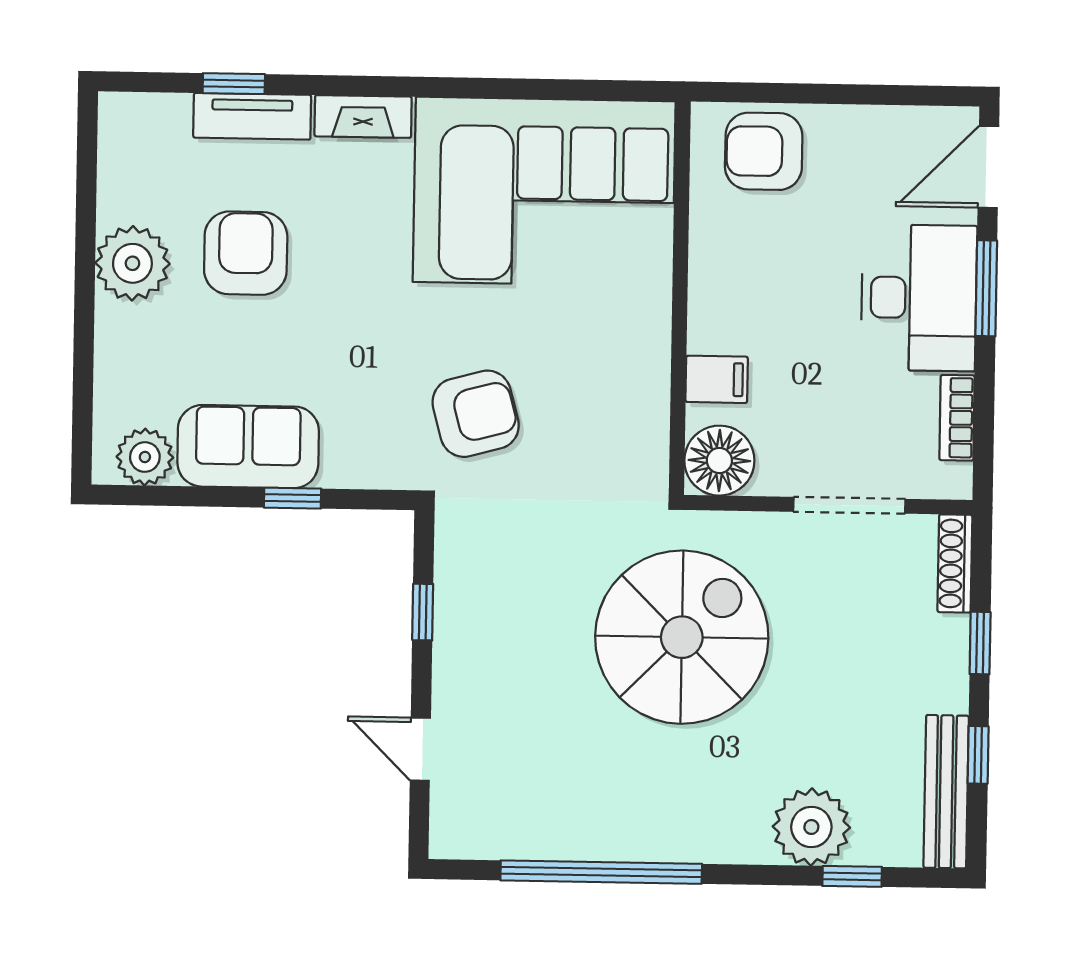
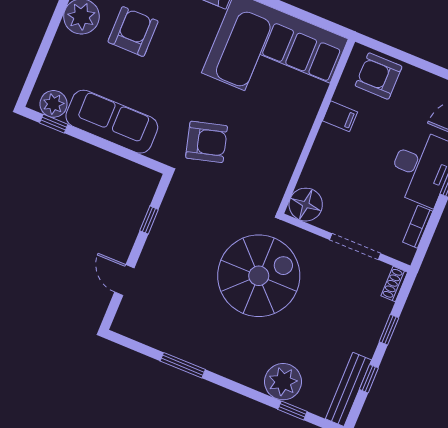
filing cabinet: (717, 379) -> (340, 116), moved
sofa: (248, 447) -> (112, 122), width x1.36
window: (293, 498) -> (54, 124), moved
shoe rack: (955, 563) -> (394, 284), width x0.70
window: (601, 872) -> (183, 365), width x0.47

